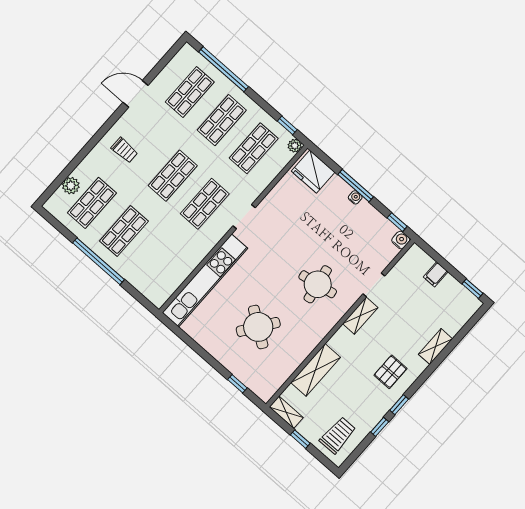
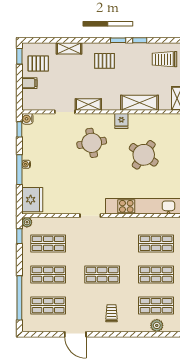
shop shelf: (205, 204) -> (156, 243), moved
pallet: (448, 301) -> (38, 64), added
fridge: (313, 335) -> (121, 121), added

